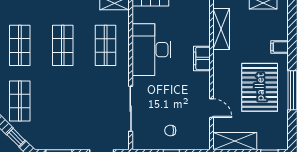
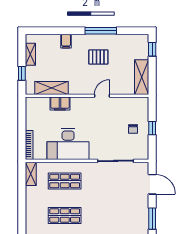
filing cabinet: (202, 58) -> (60, 104), moved
pallet: (260, 87) -> (98, 57), width x0.49, depth x0.50
door: (211, 108) -> (102, 96), moved

